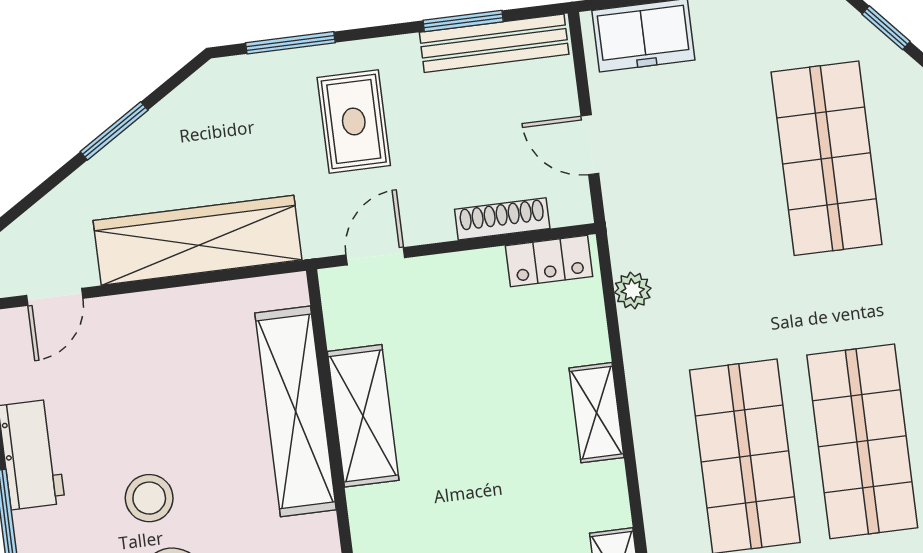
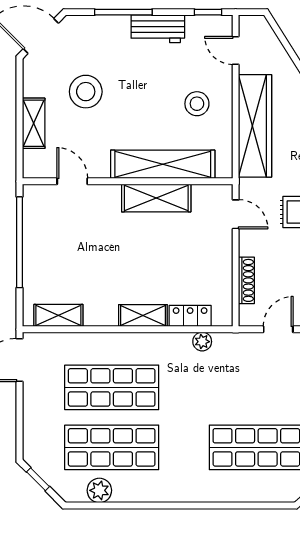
locker: (549, 261) -> (190, 316), moved, turned 90
stool: (149, 498) -> (197, 104), moved

